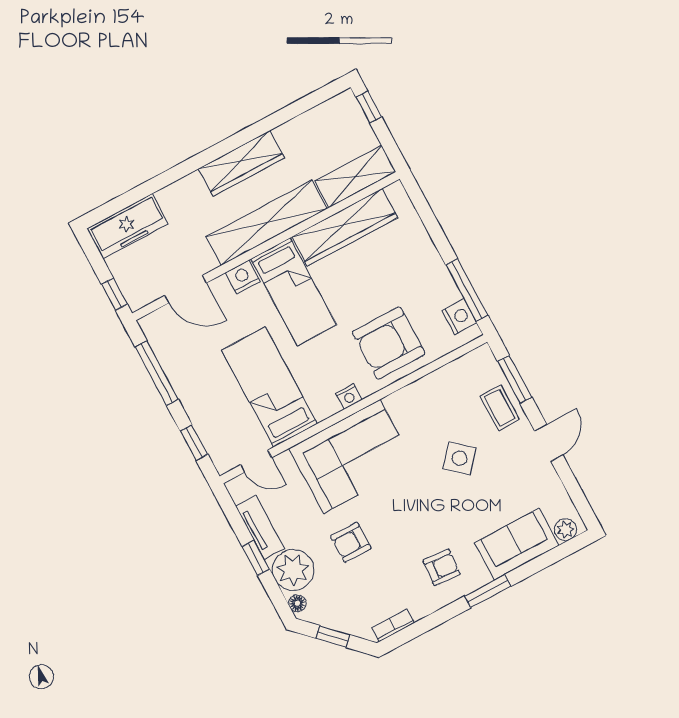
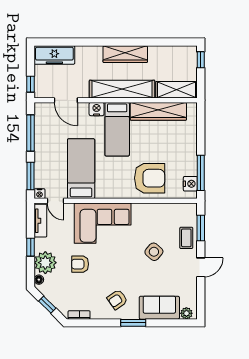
armchair: (389, 343) -> (150, 178), turned 180
nightstand: (349, 396) -> (39, 194), moved
window: (194, 443) -> (31, 176), width x1.50
tv unit: (260, 528) -> (40, 221), moved
armchair: (442, 567) -> (117, 299), turned 141

